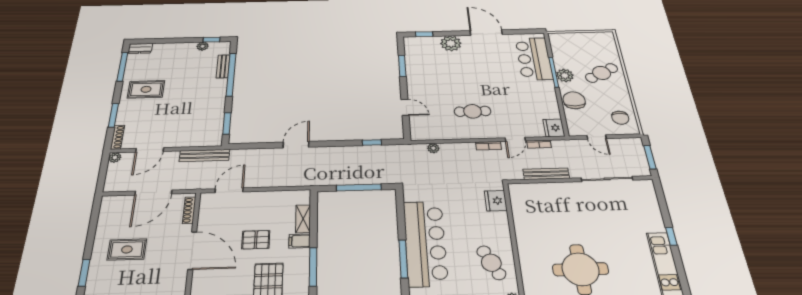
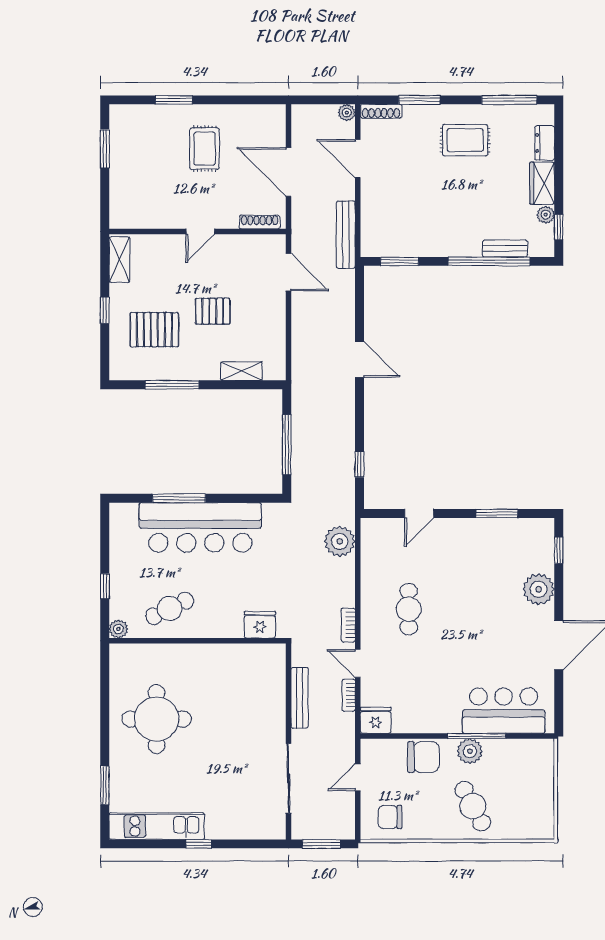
dresser: (140, 48) -> (545, 143), moved
wardrobe: (181, 49) -> (542, 183), added
rug: (146, 89) -> (465, 140), turned 90
plant: (433, 148) -> (340, 541), width x1.88, depth x1.88
pallet: (256, 240) -> (213, 311), turned 90
filing cabinet: (300, 241) -> (209, 367), removed
door: (192, 250) -> (200, 231), width x0.53

